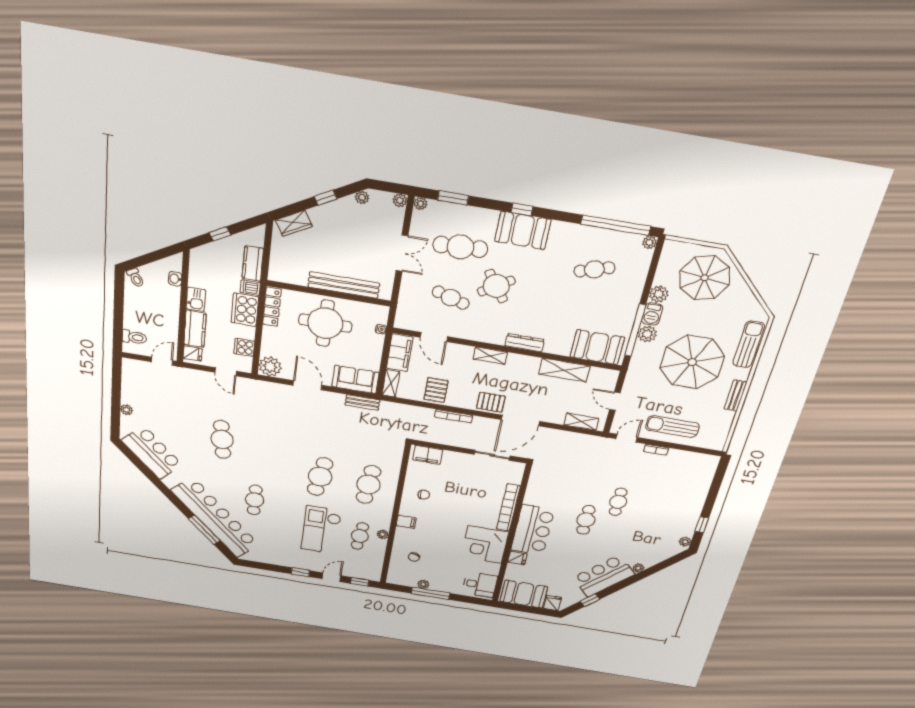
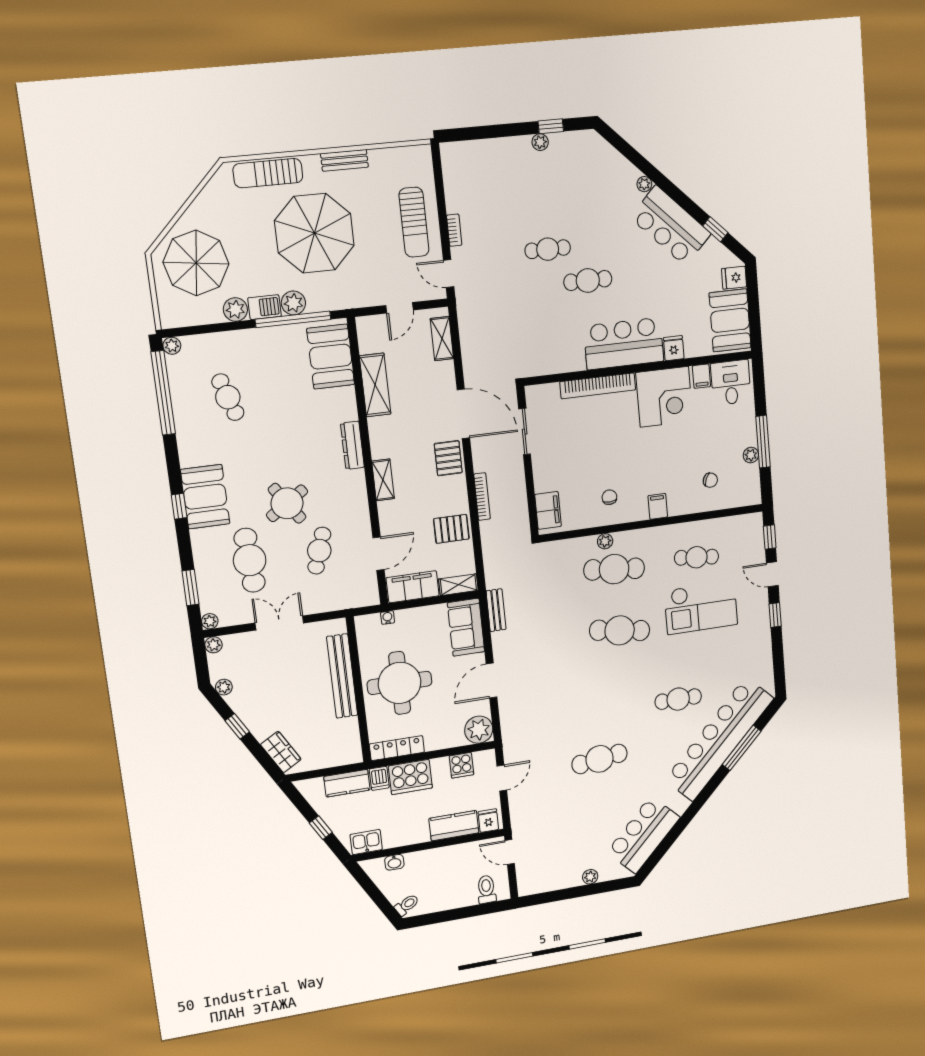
kitchen sink: (196, 299) -> (366, 842), moved
plant: (383, 534) -> (605, 541), moved
plant: (685, 542) -> (540, 142), moved
filing cabinet: (491, 569) -> (701, 376), added

